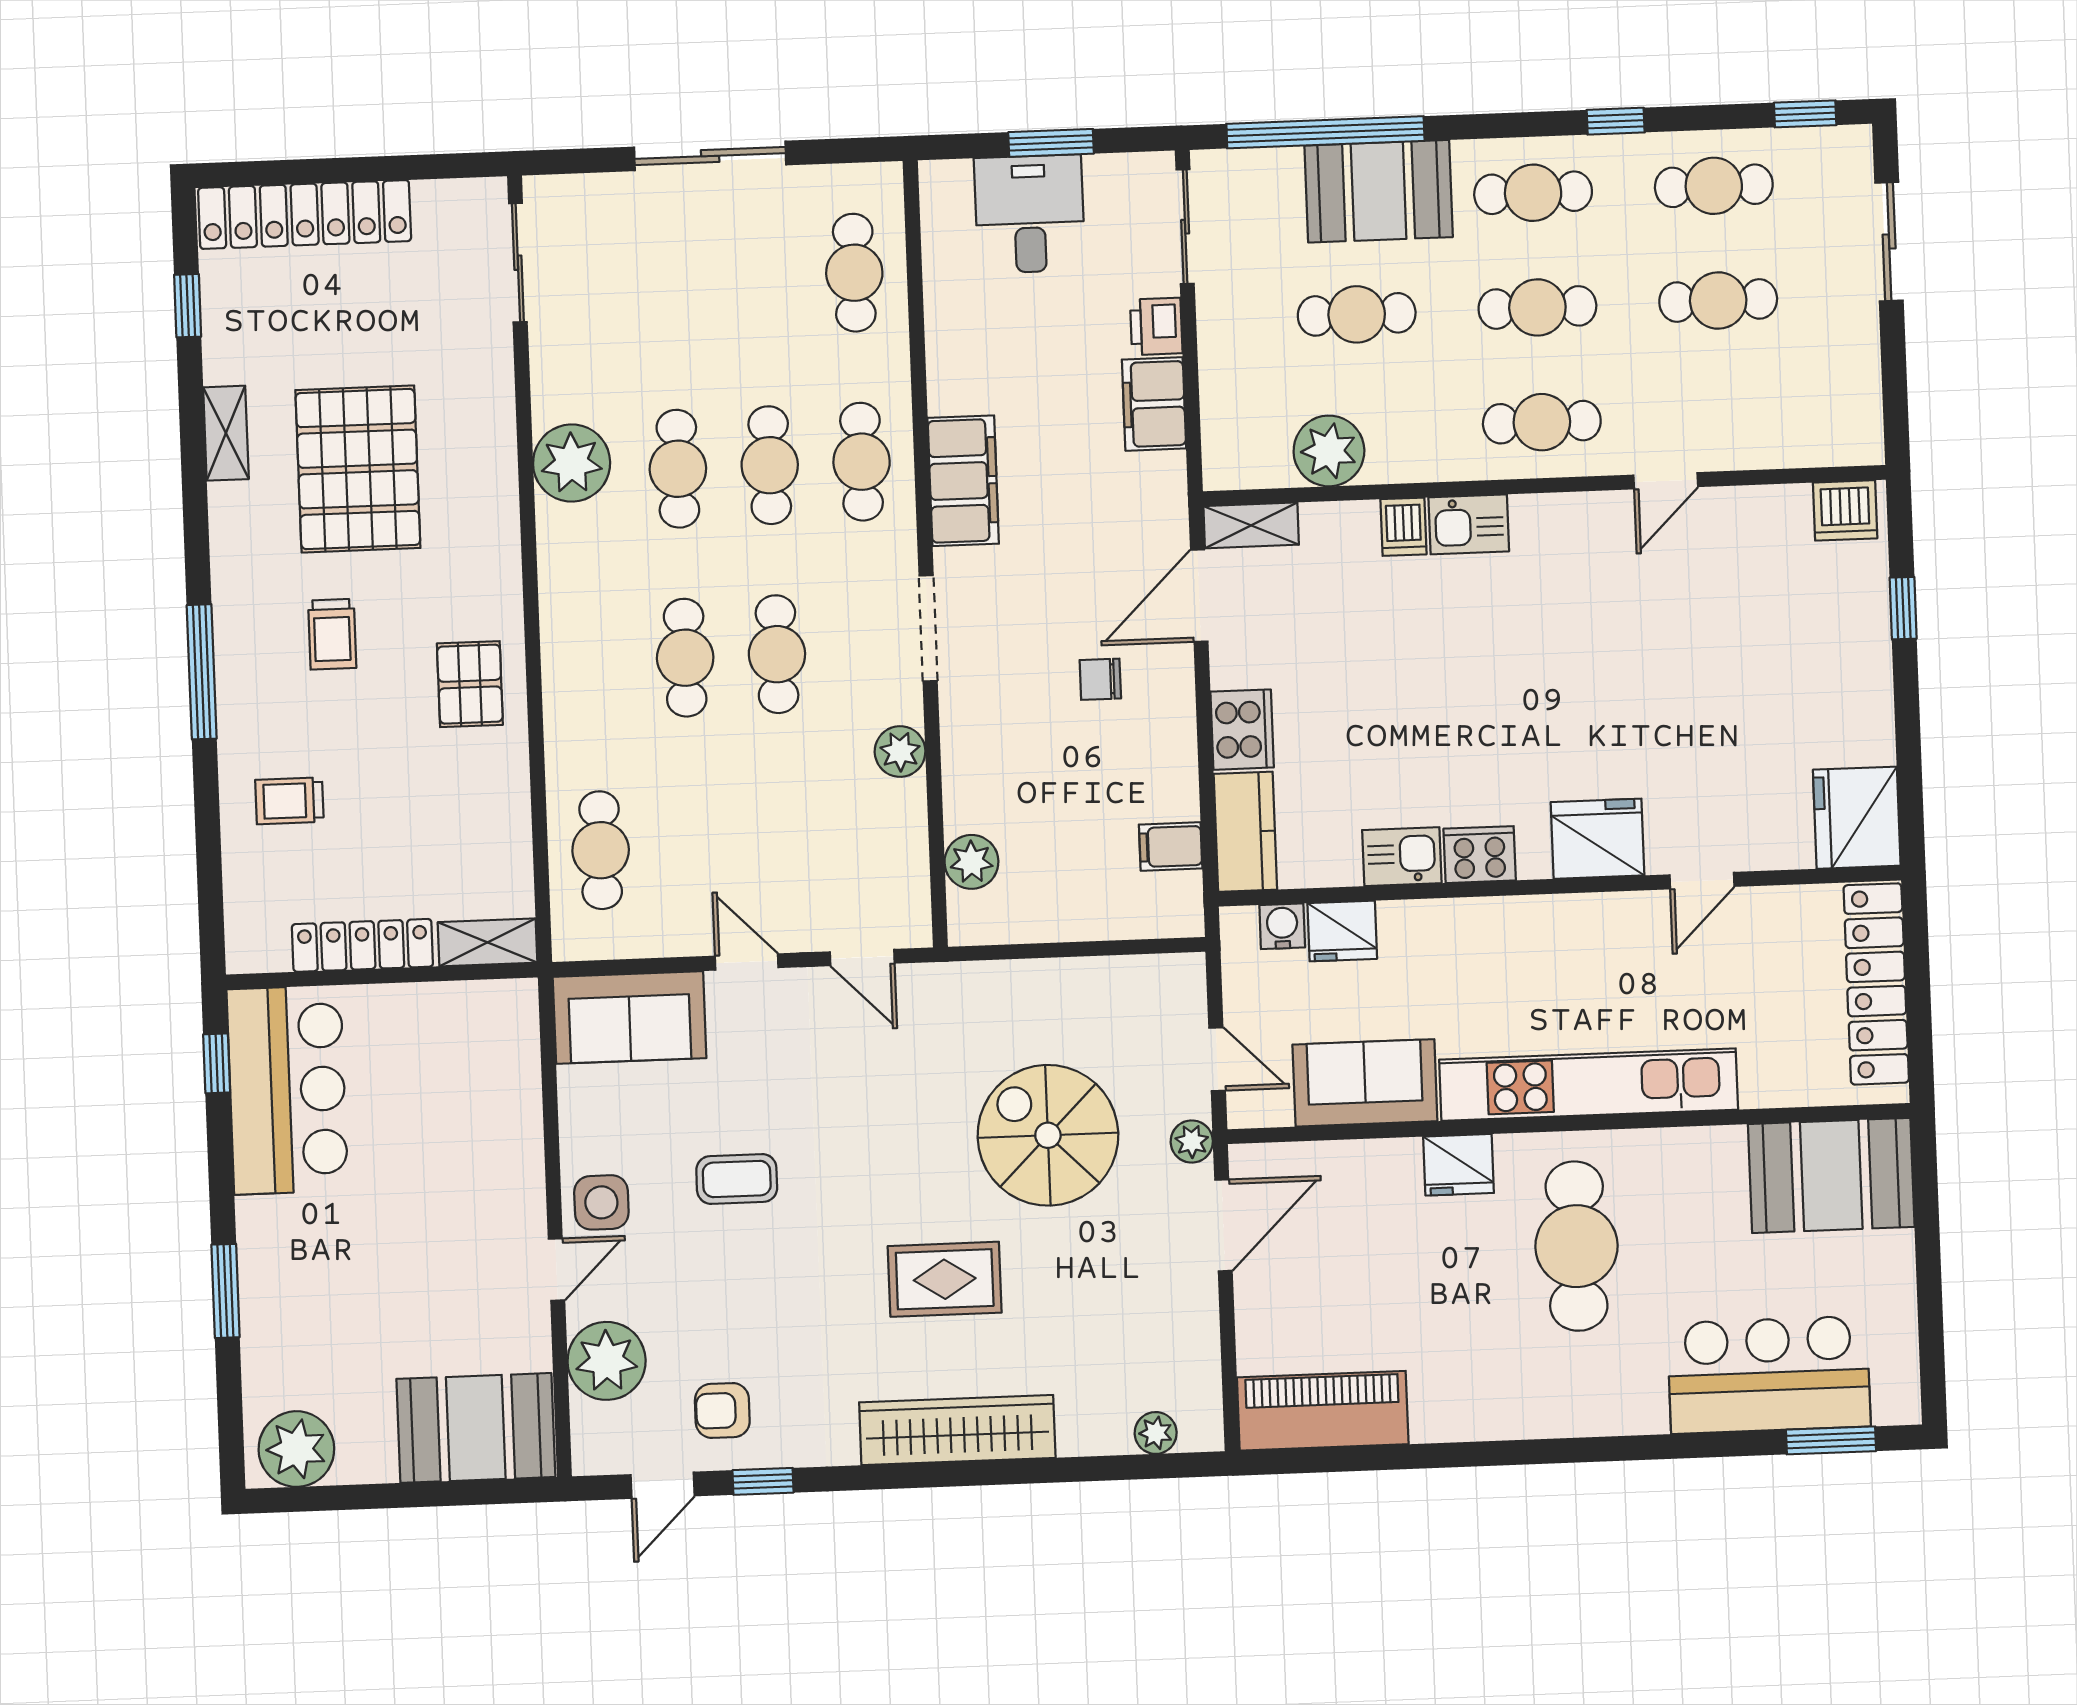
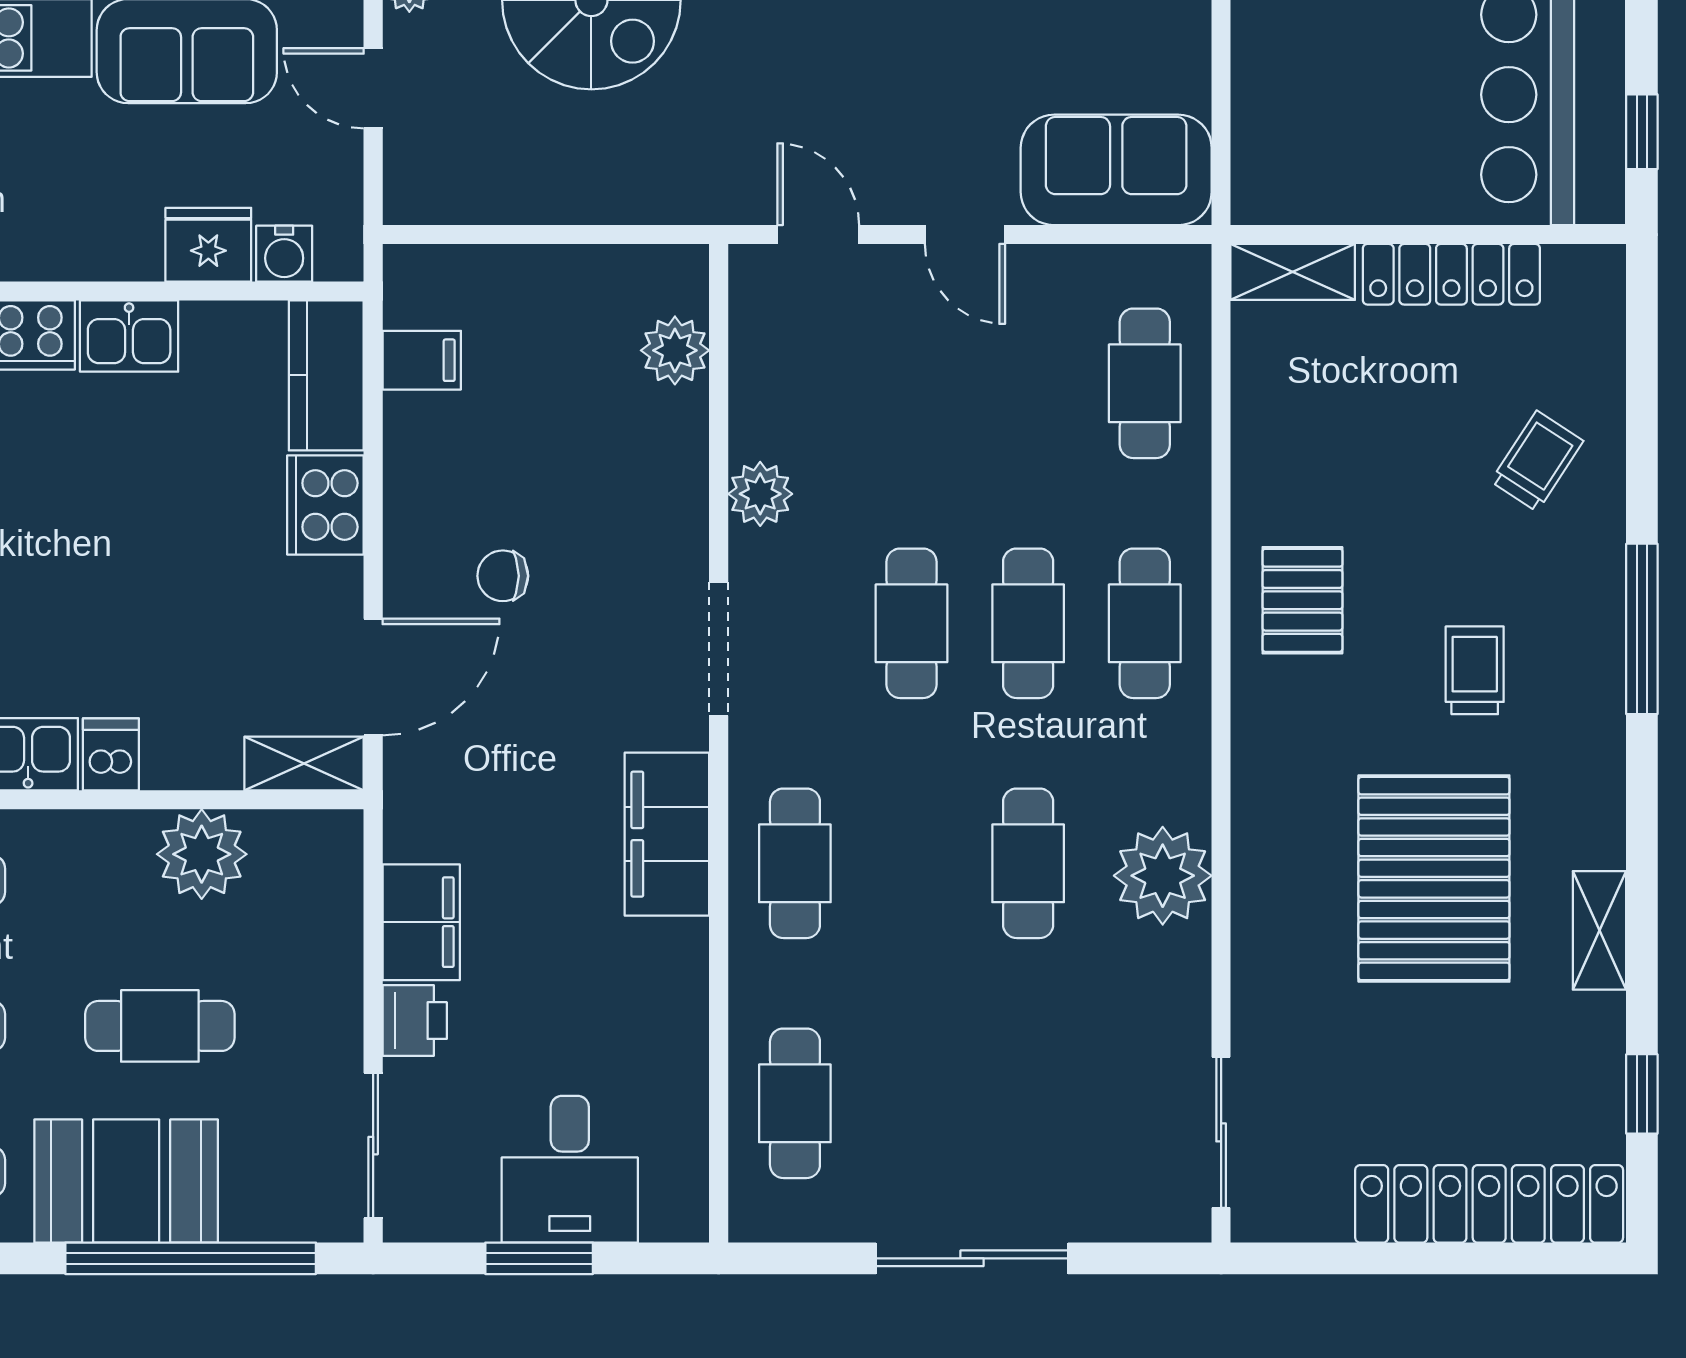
cafe table: (770, 465) -> (1145, 623), moved
chair: (1100, 679) -> (503, 576), turned 180
trolley: (289, 801) -> (1537, 461), turned -57

